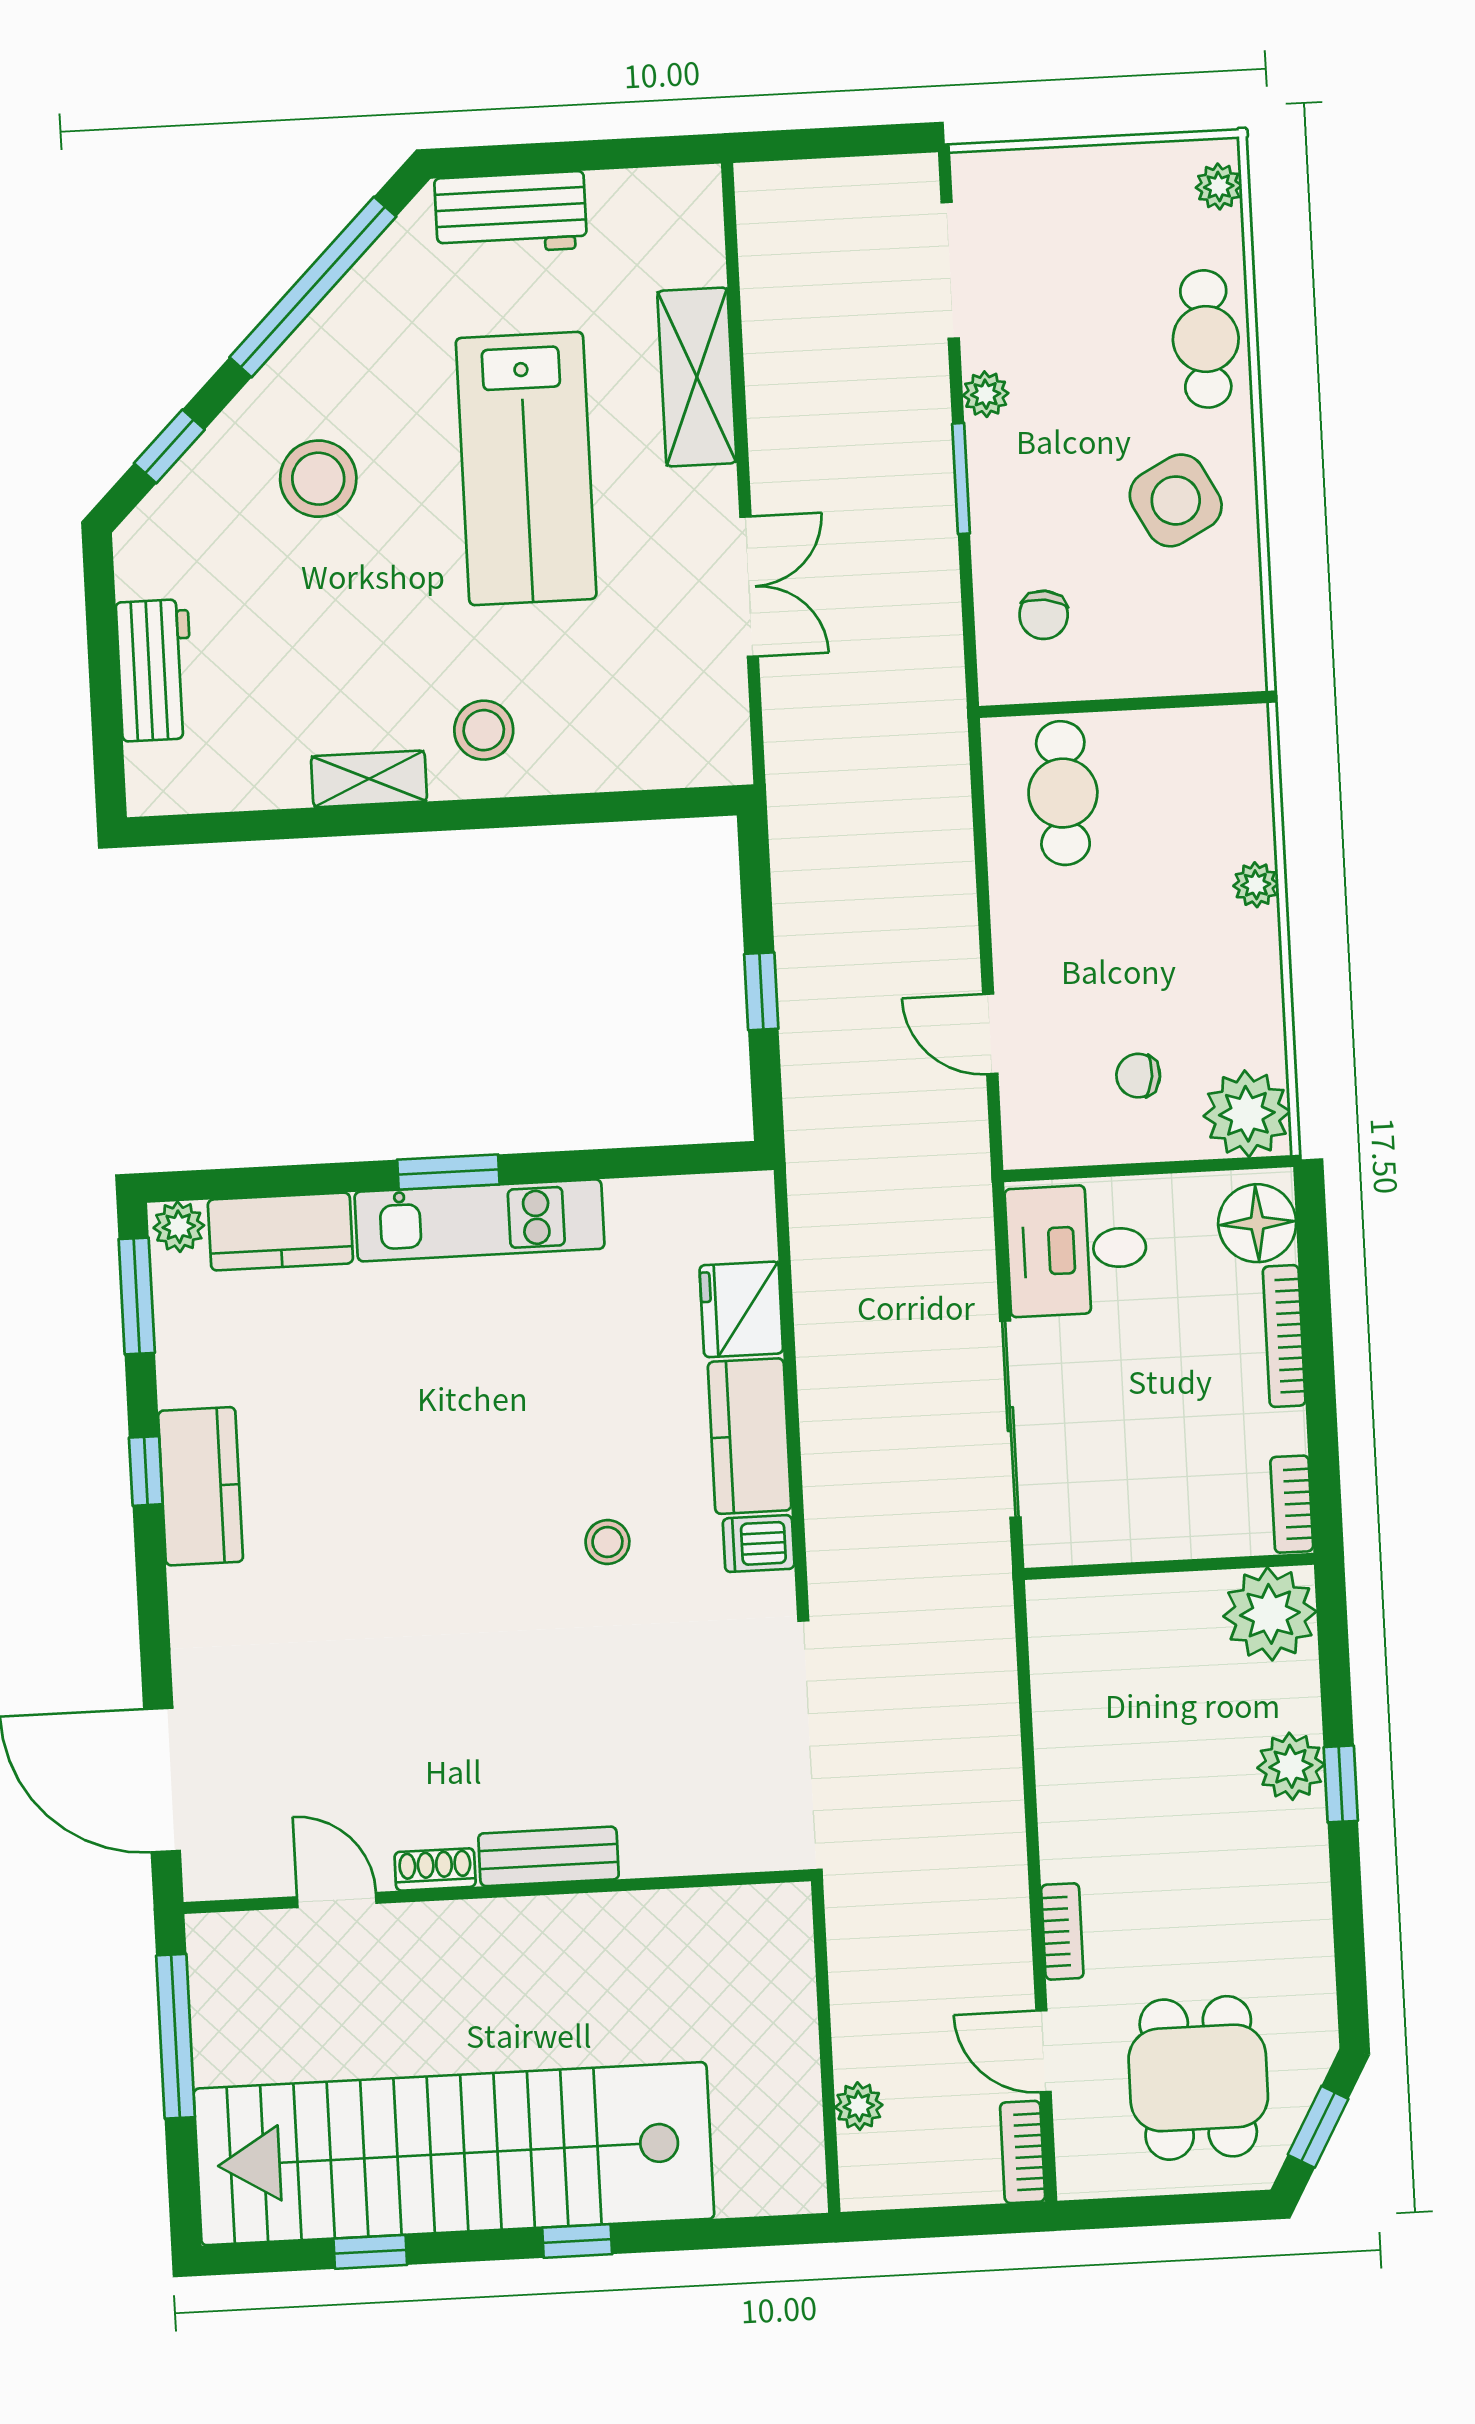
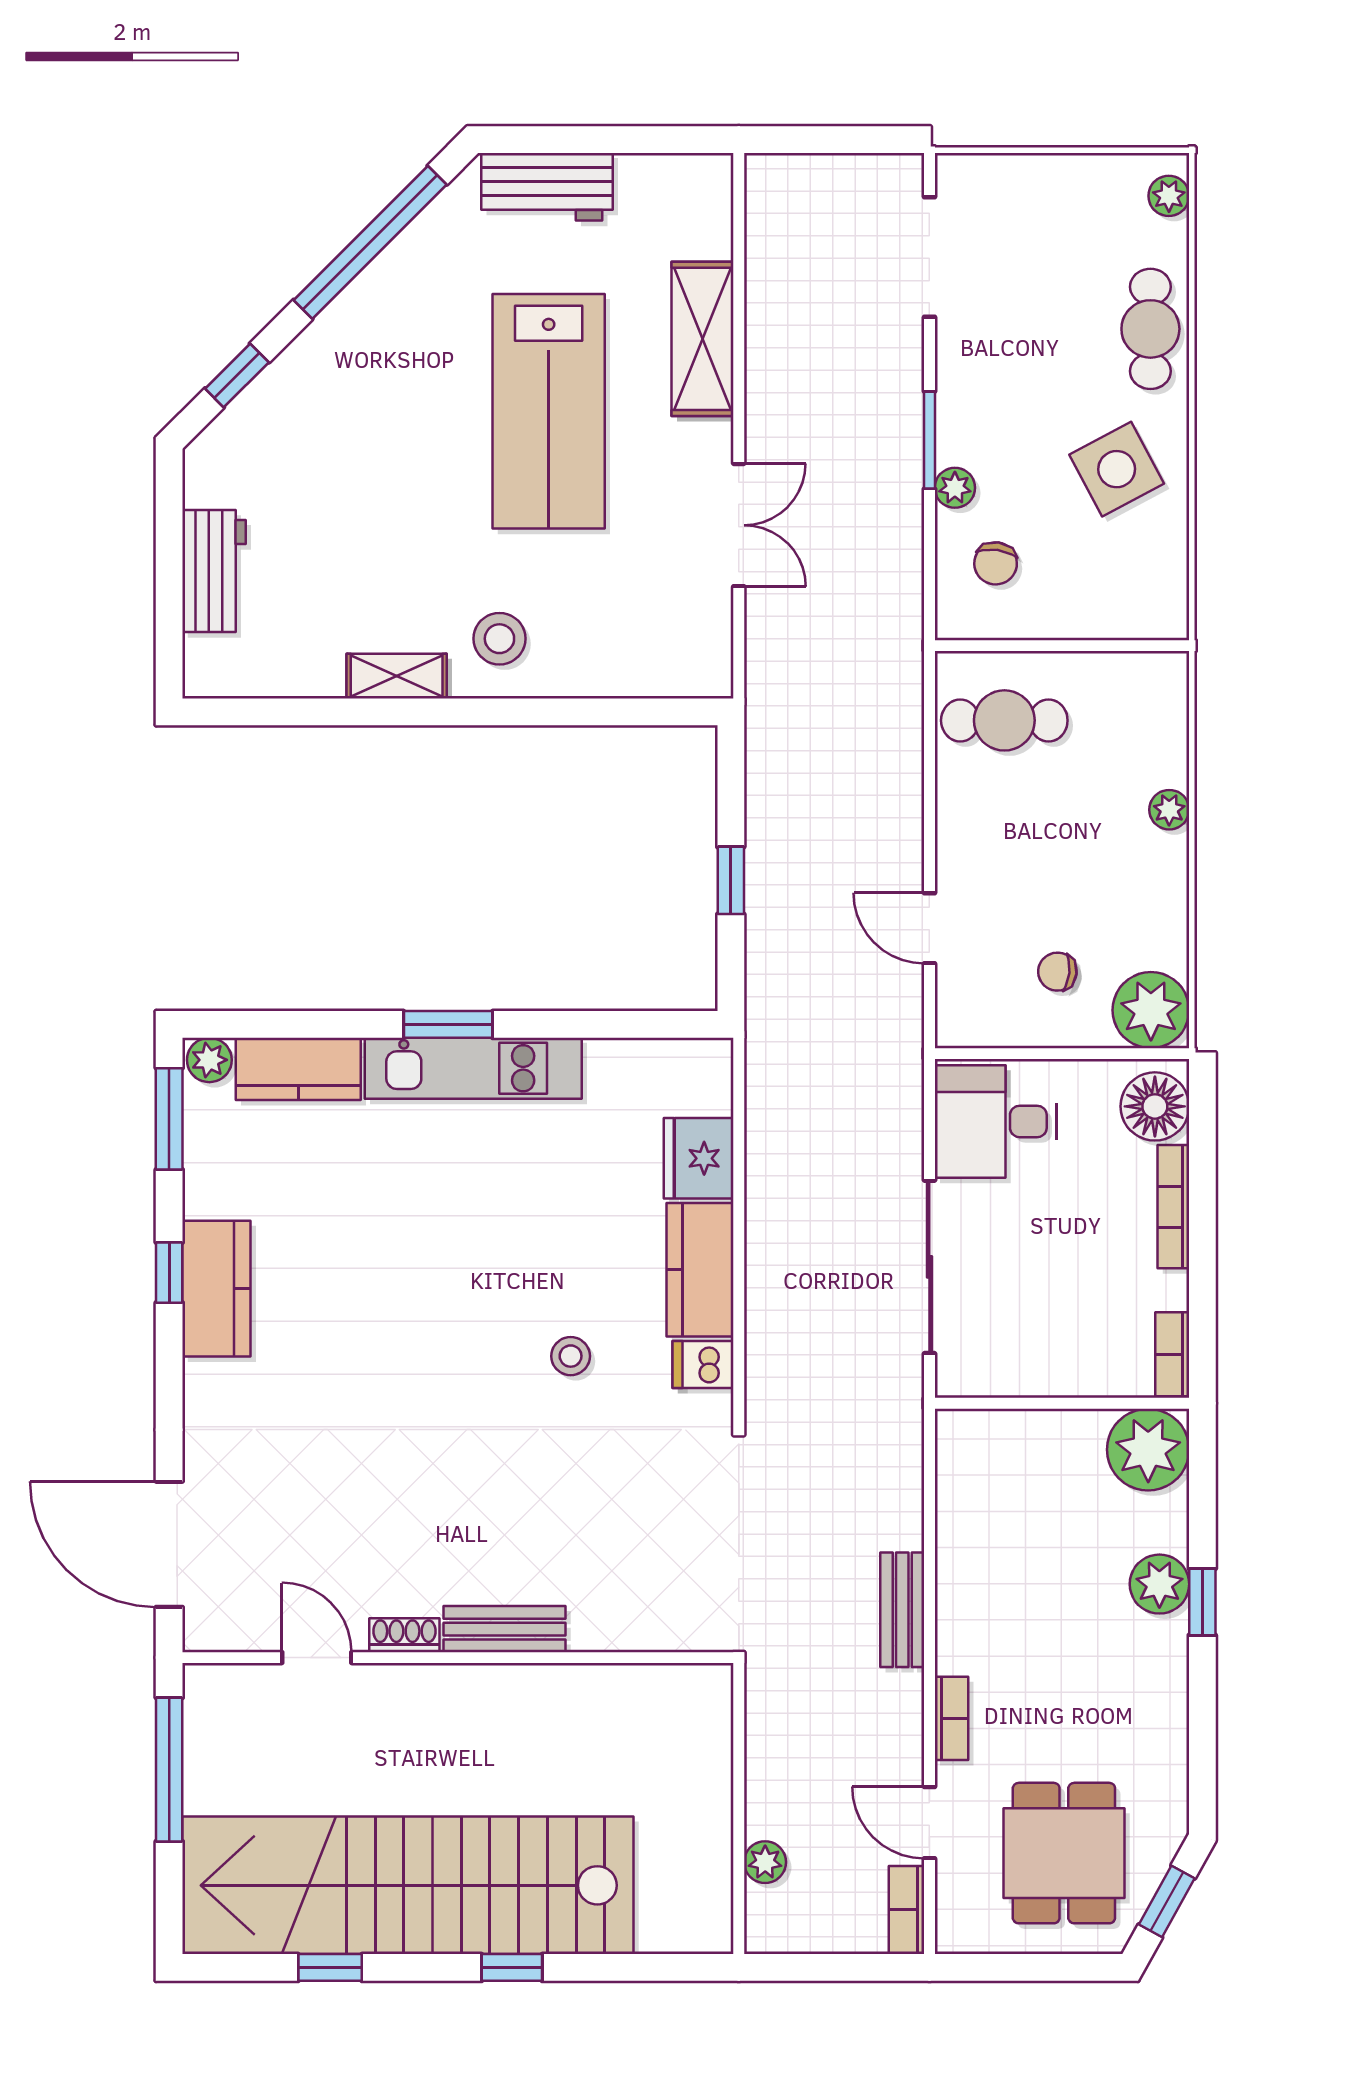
plant: (986, 394) -> (955, 488), moved
stool: (318, 479) -> (366, 411), removed
cafe table: (1063, 793) -> (1004, 720), turned 90
bench: (1000, 1811) -> (902, 1610), added

